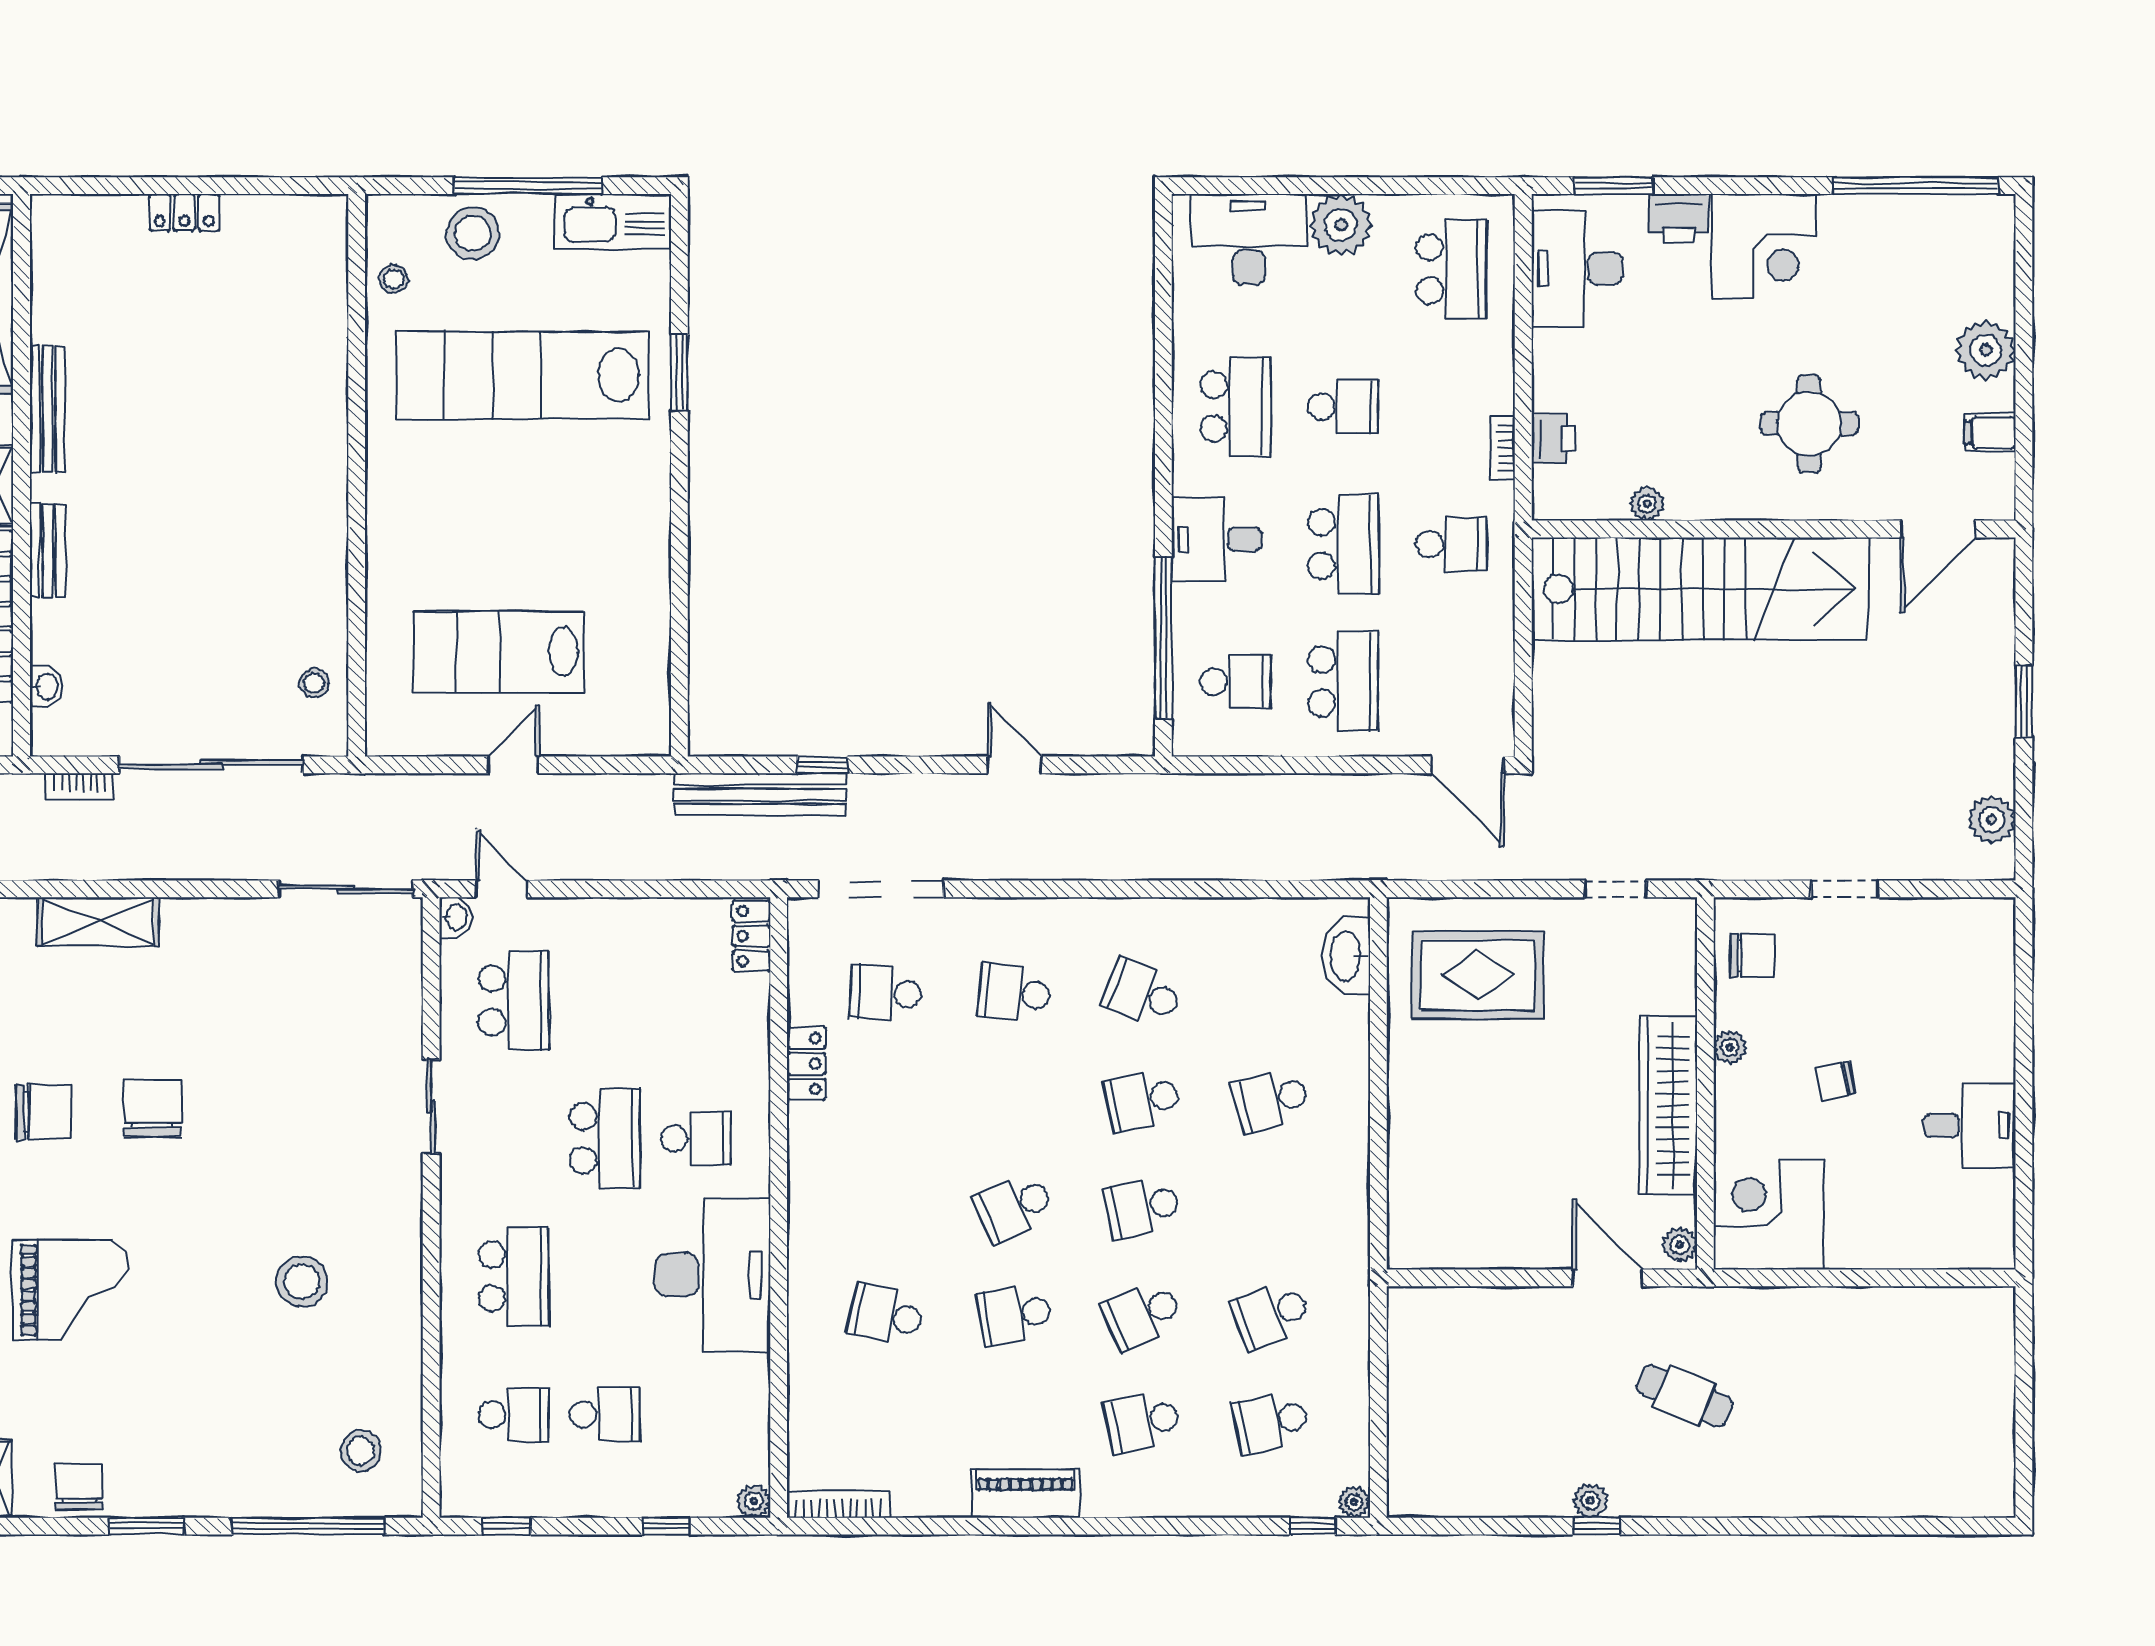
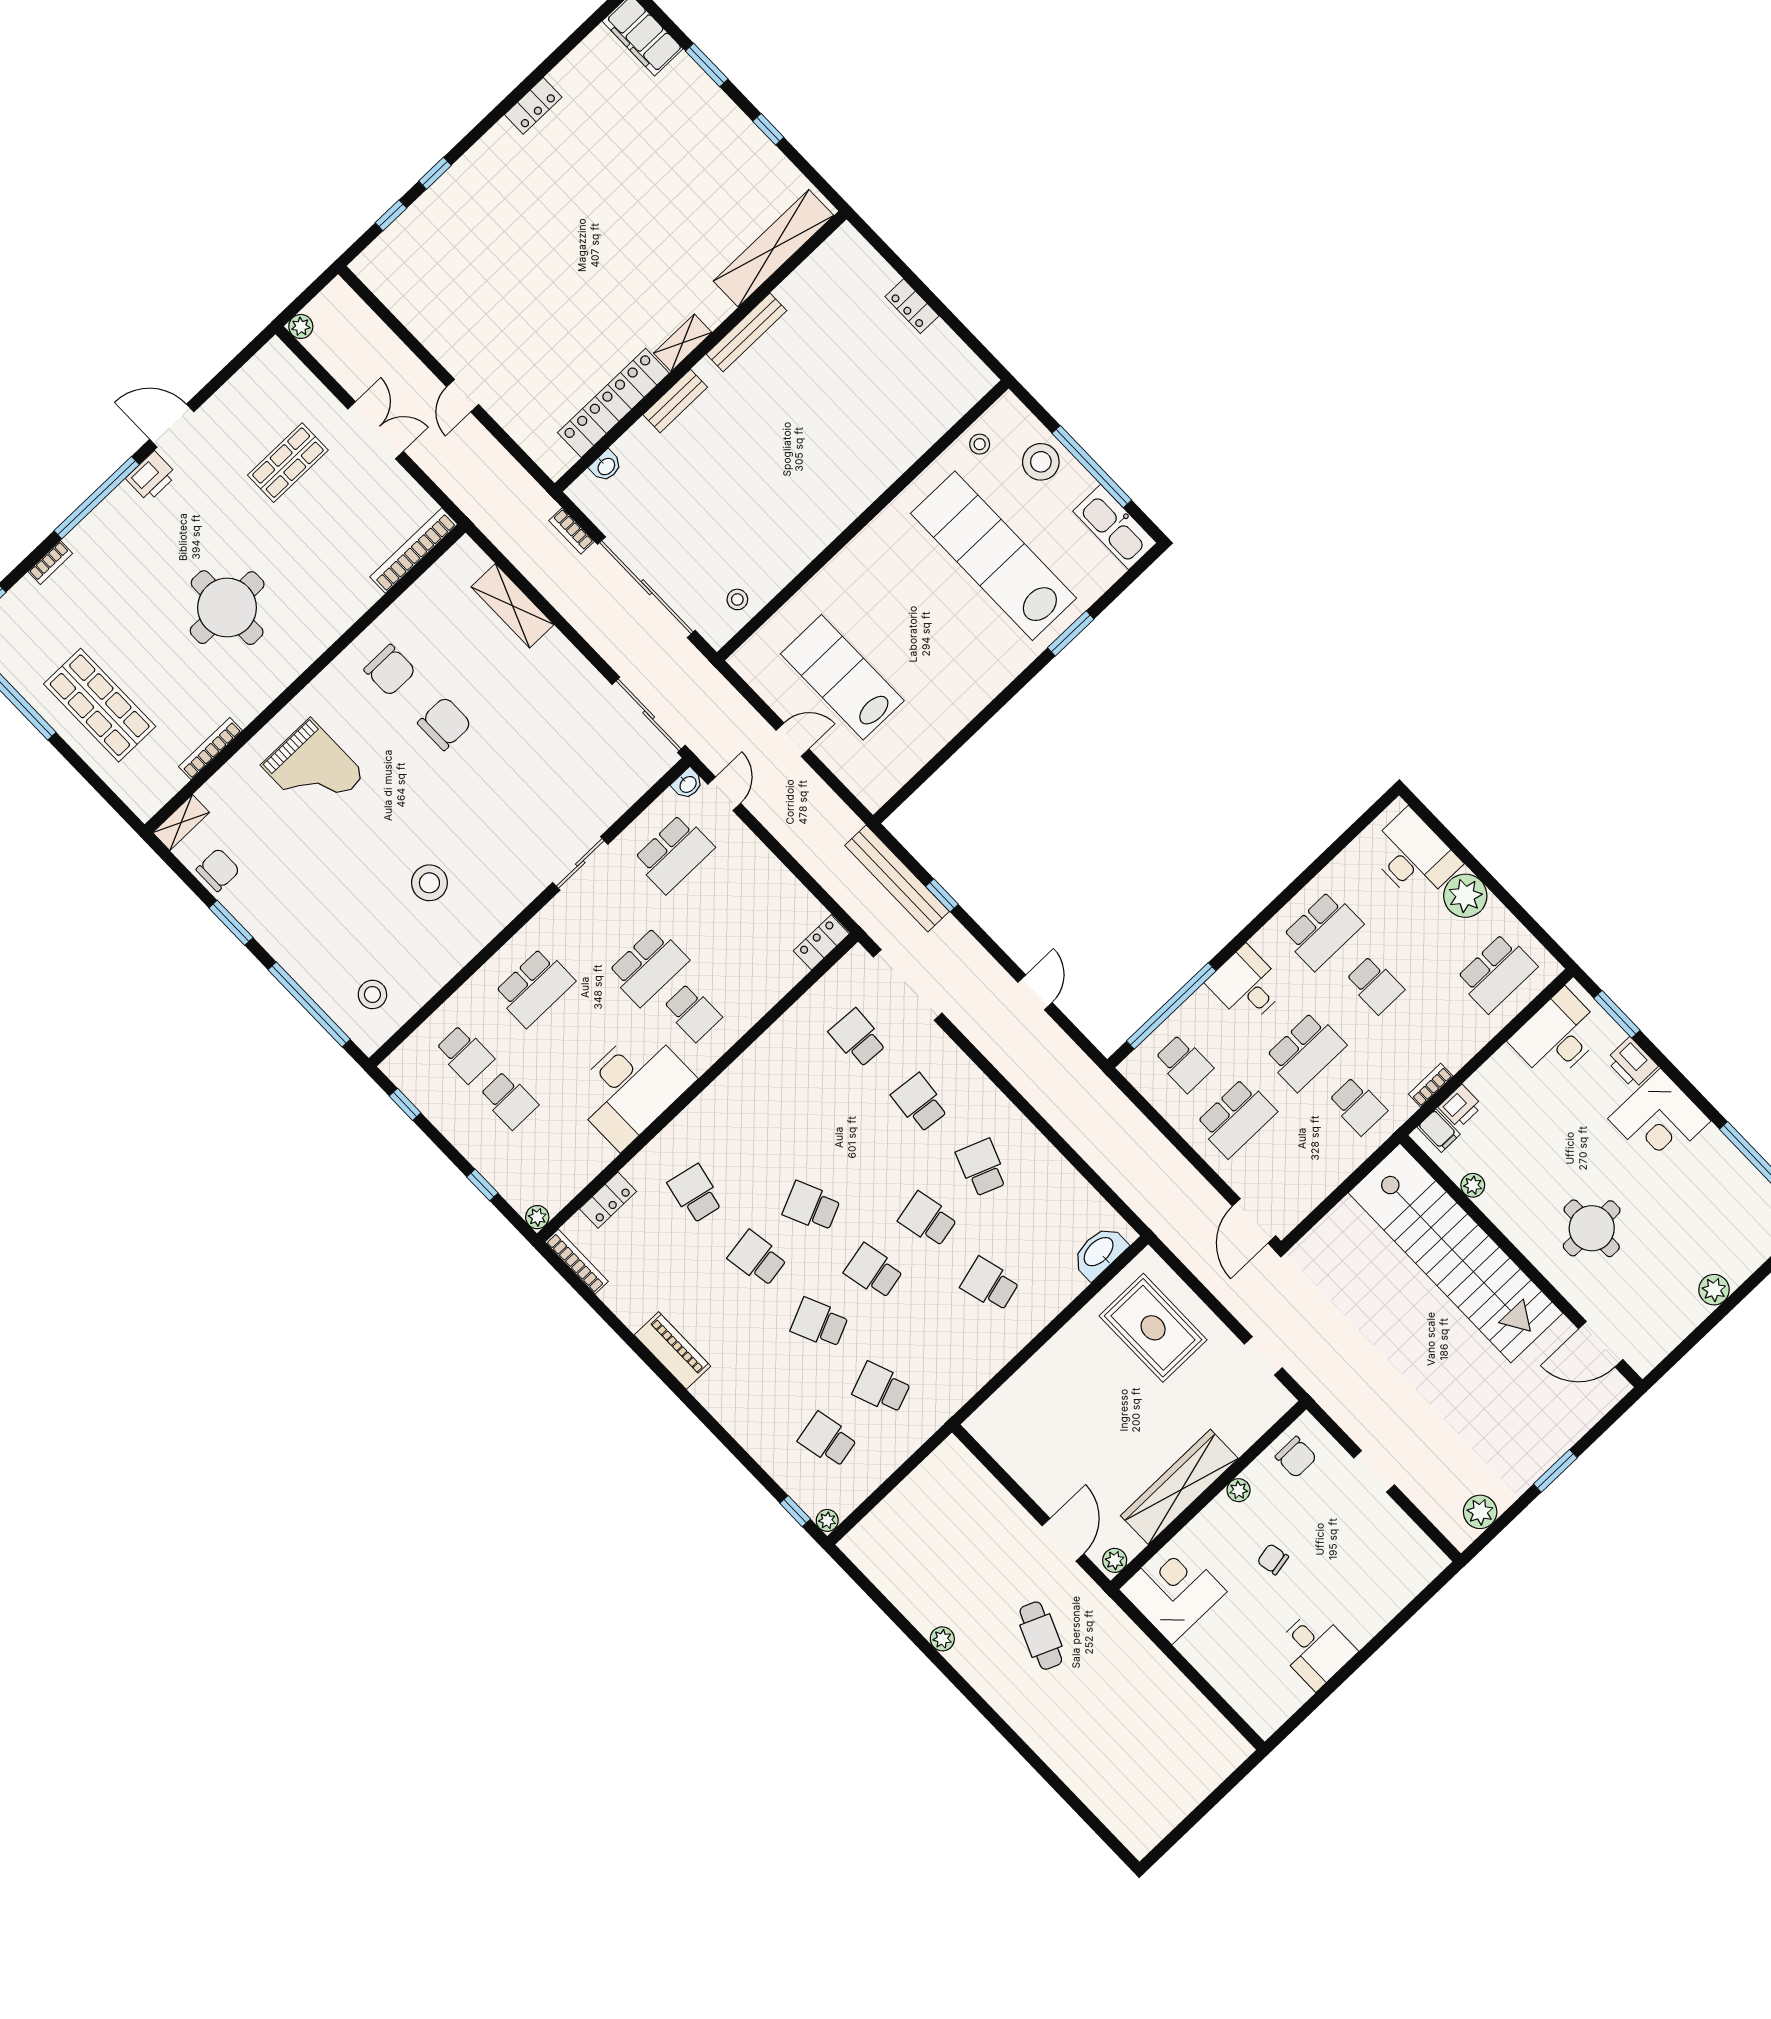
plant: (1986, 350) -> (1714, 1290), width x0.73, depth x0.73
filing cabinet: (1990, 433) -> (1439, 1131), moved, turned 180
locker: (806, 1064) -> (608, 1200), moved
school desk: (1143, 1422) -> (765, 1375), removed
window: (1596, 1526) -> (932, 1654), removed

